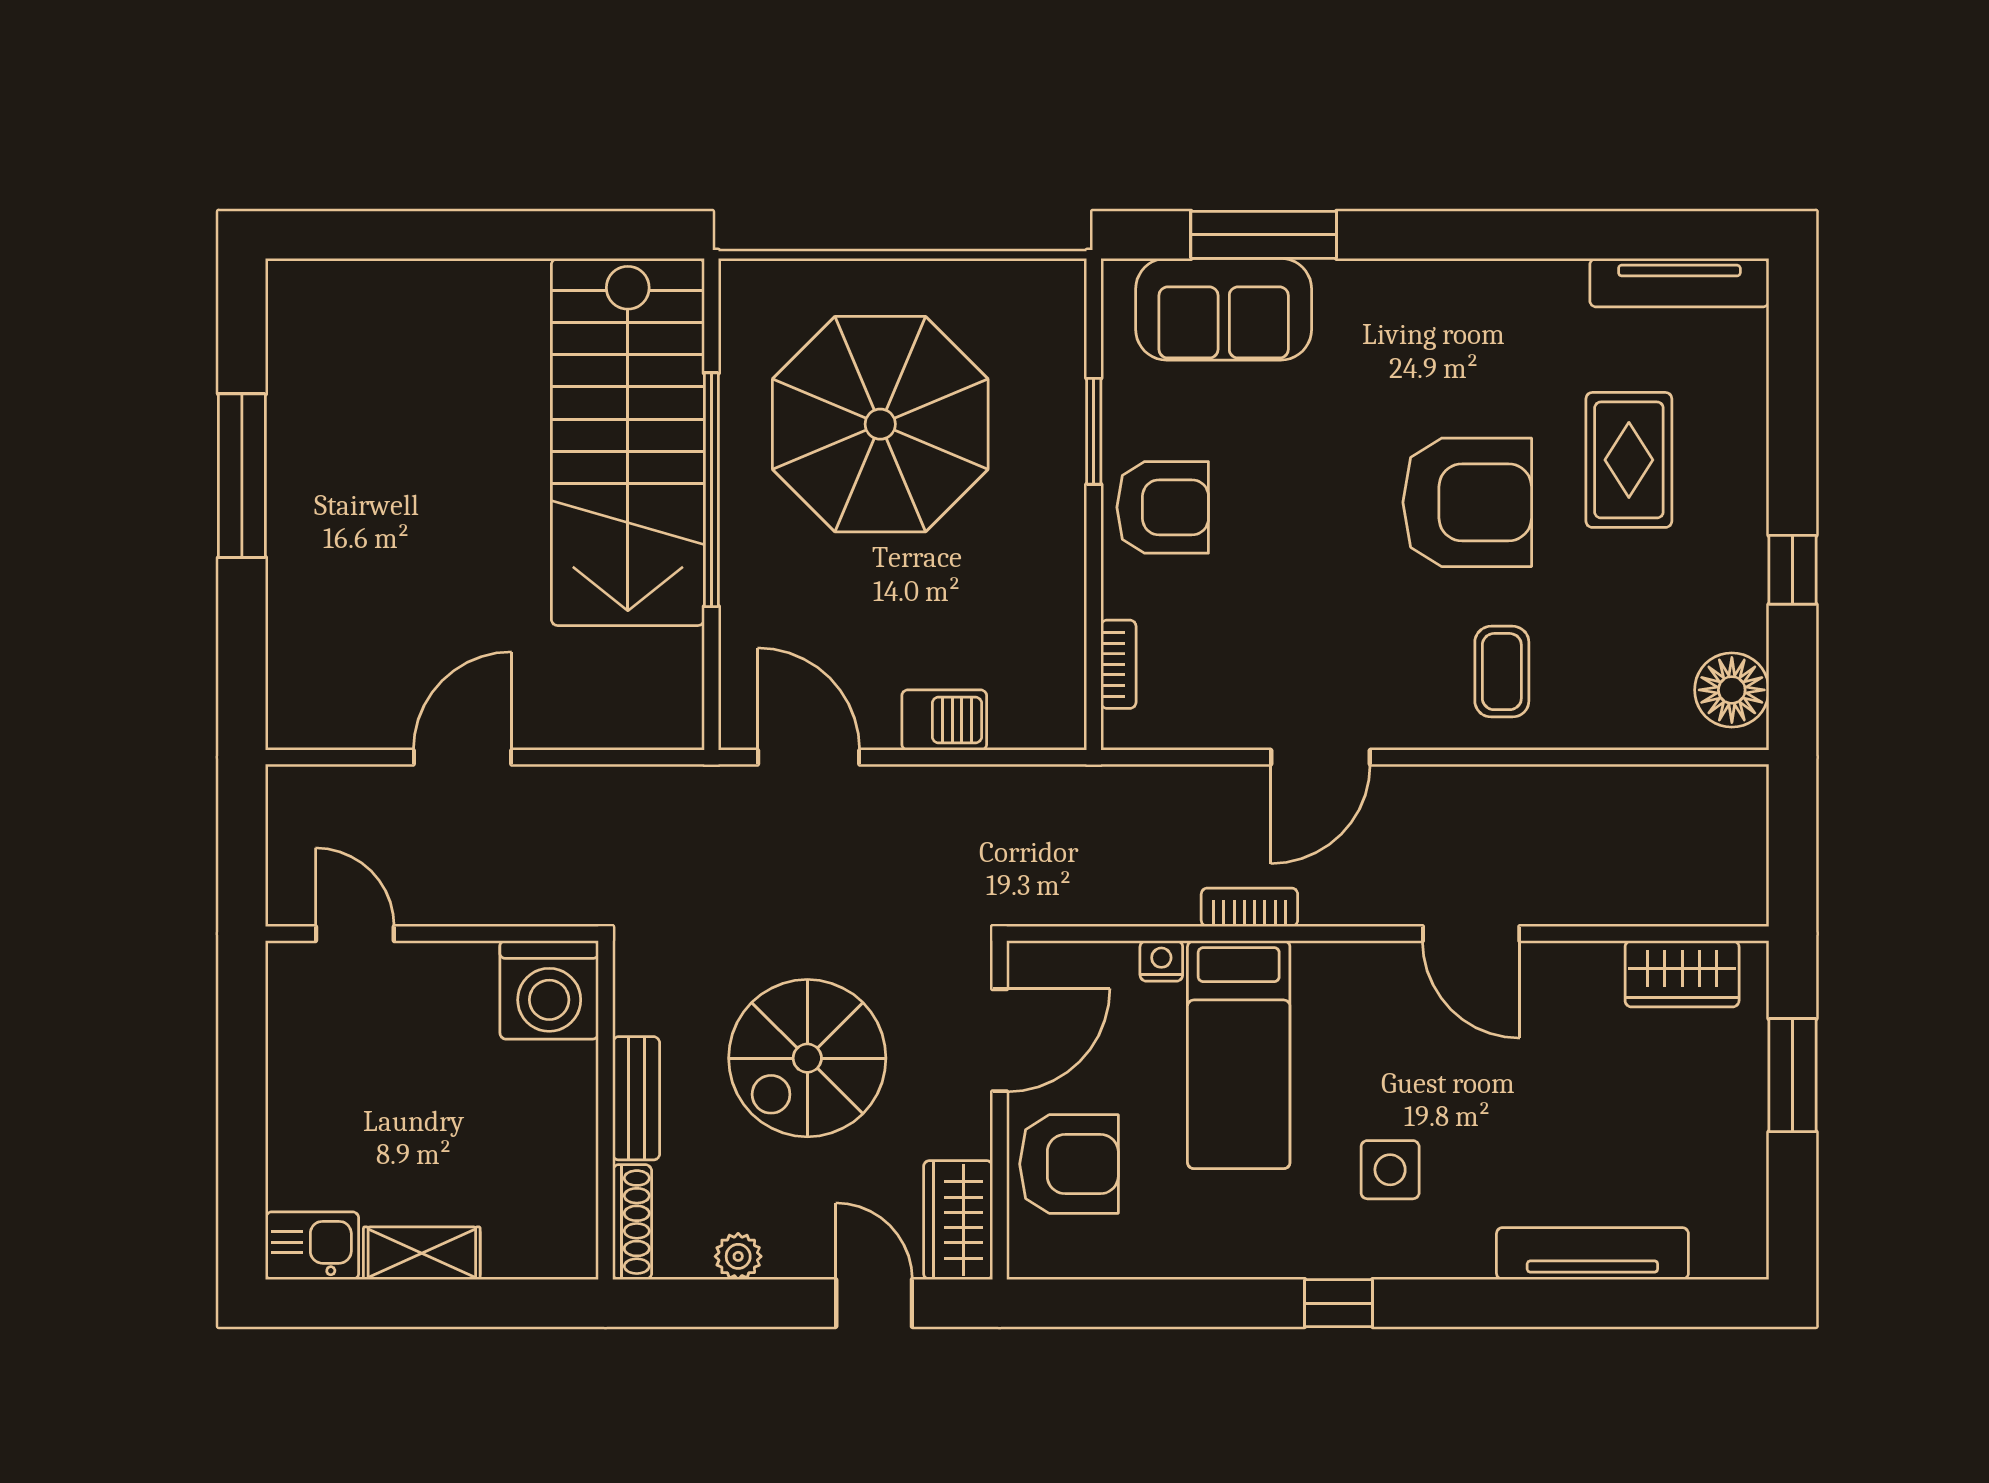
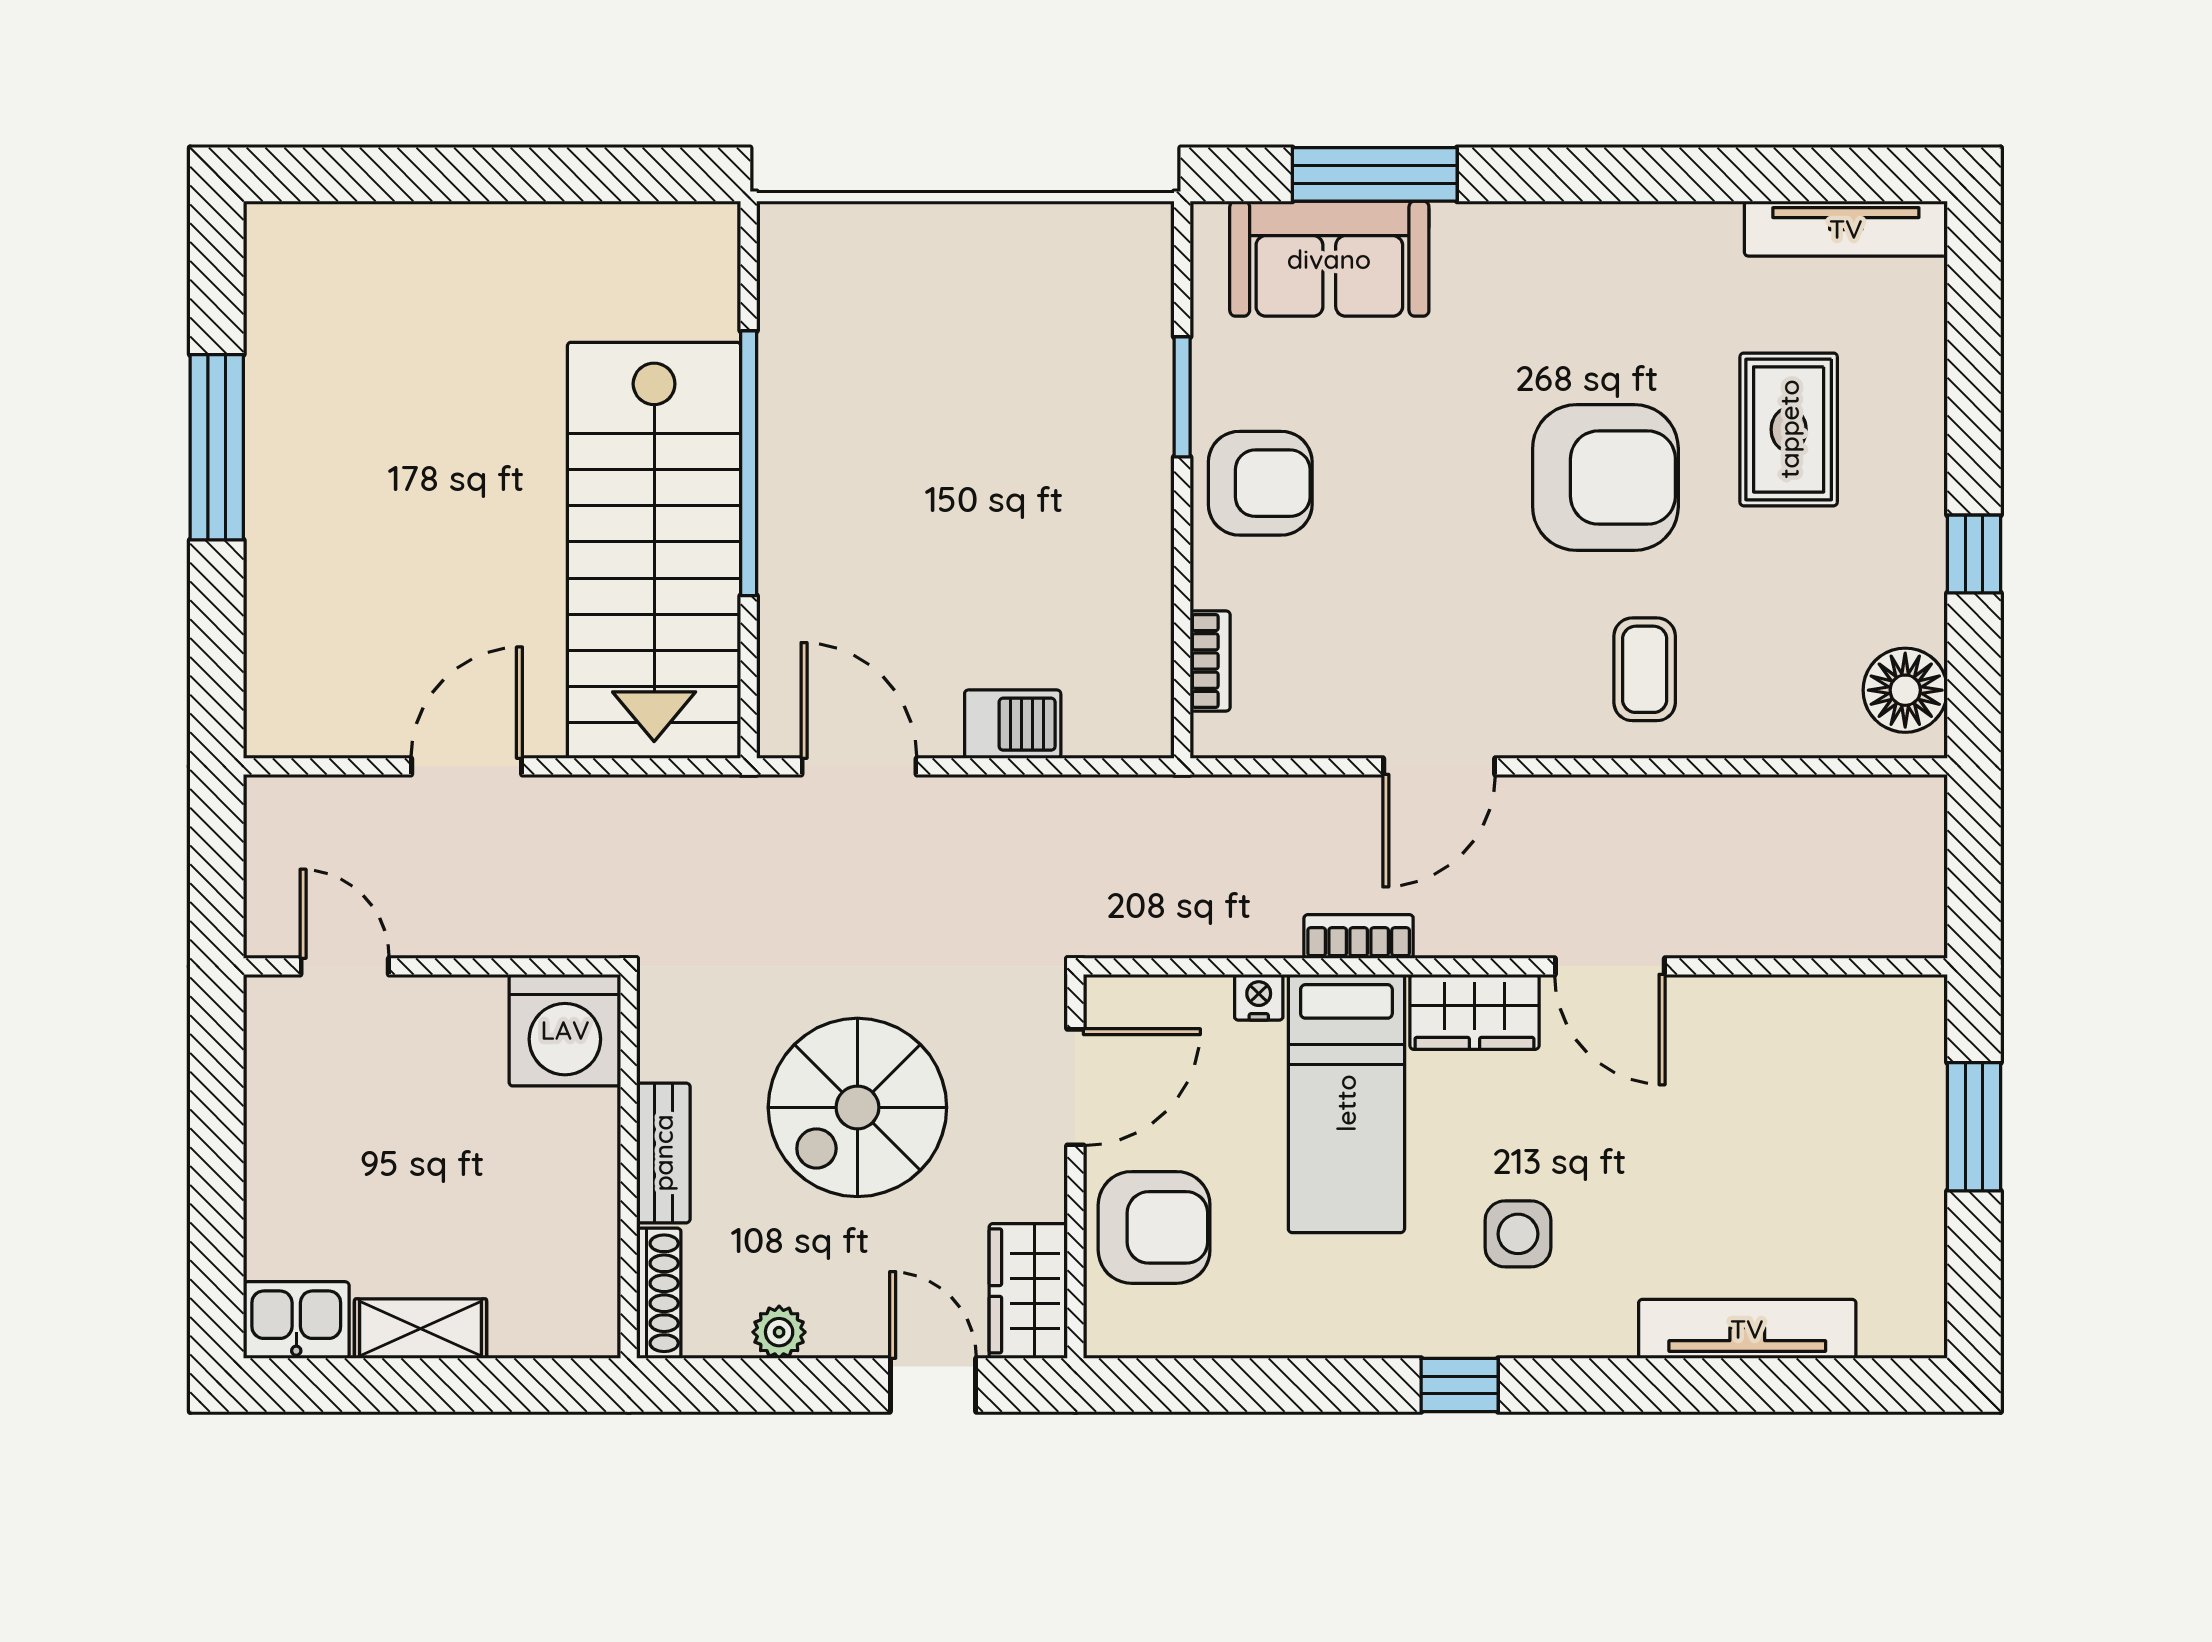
parasol: (880, 424) -> (940, 389), removed
stairs: (628, 442) -> (654, 550), moved
wardrobe: (1682, 974) -> (1474, 1012), moved

